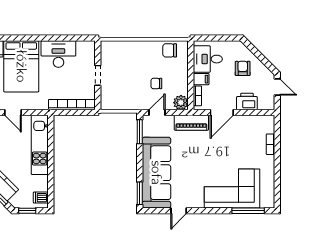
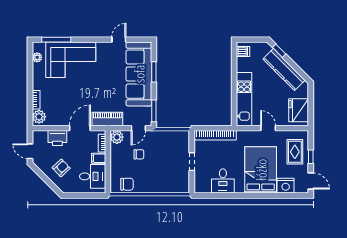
desk: (58, 54) -> (223, 181), width x0.73
armchair: (243, 68) -> (61, 168), turned -133
plant: (267, 125) -> (39, 117), added
plant: (269, 191) -> (37, 57), added
window: (140, 193) -> (154, 72), moved
window: (27, 211) -> (255, 40), removed

